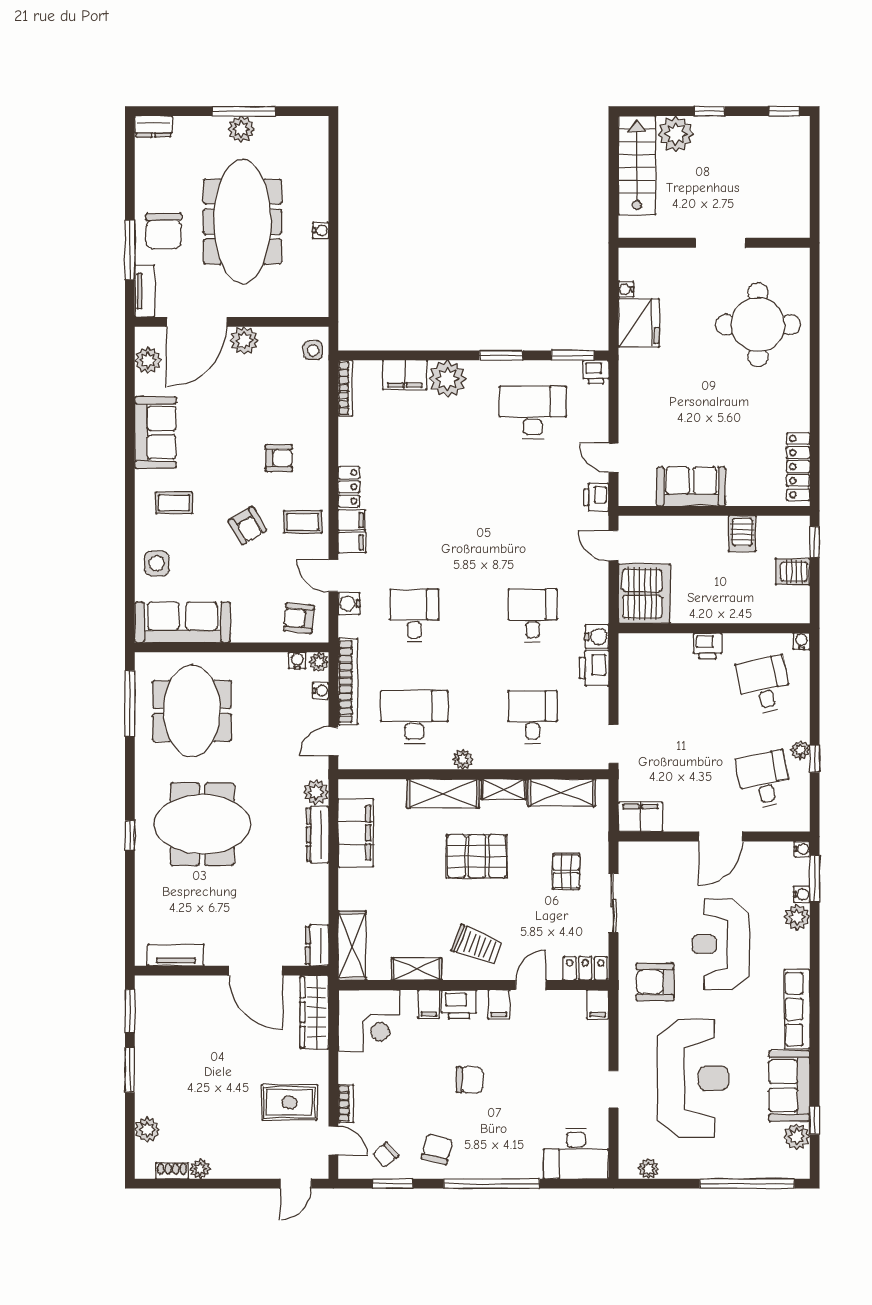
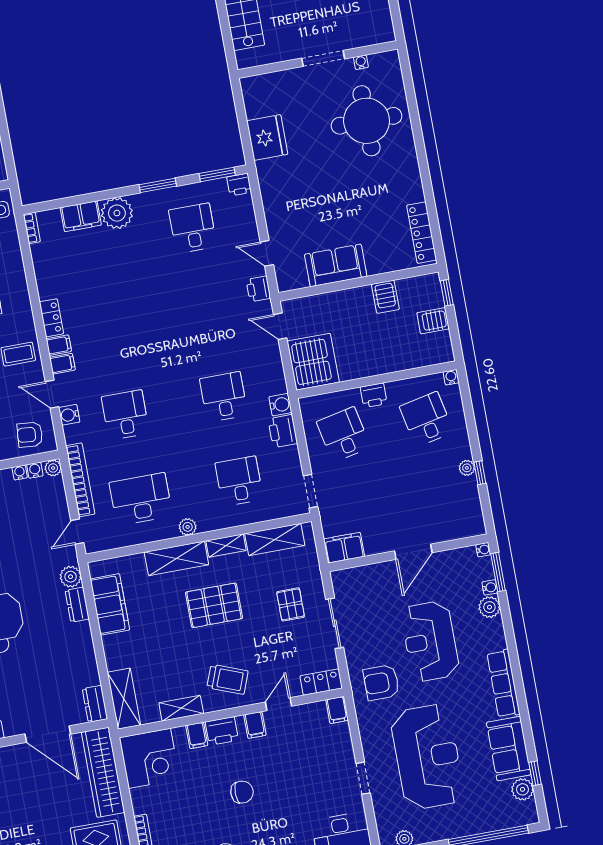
water cooler: (626, 289) -> (361, 62), moved, turned 90
bookcase: (345, 388) -> (32, 228), width x0.64
desk: (533, 413) -> (193, 228), width x0.73
water cooler: (321, 691) -> (20, 473), moved, turned -90
desk: (764, 780) -> (344, 435), moved
dresser: (318, 835) -> (77, 605), width x0.70
wardrobe: (314, 1012) -> (103, 772), width x1.40, depth x1.17

